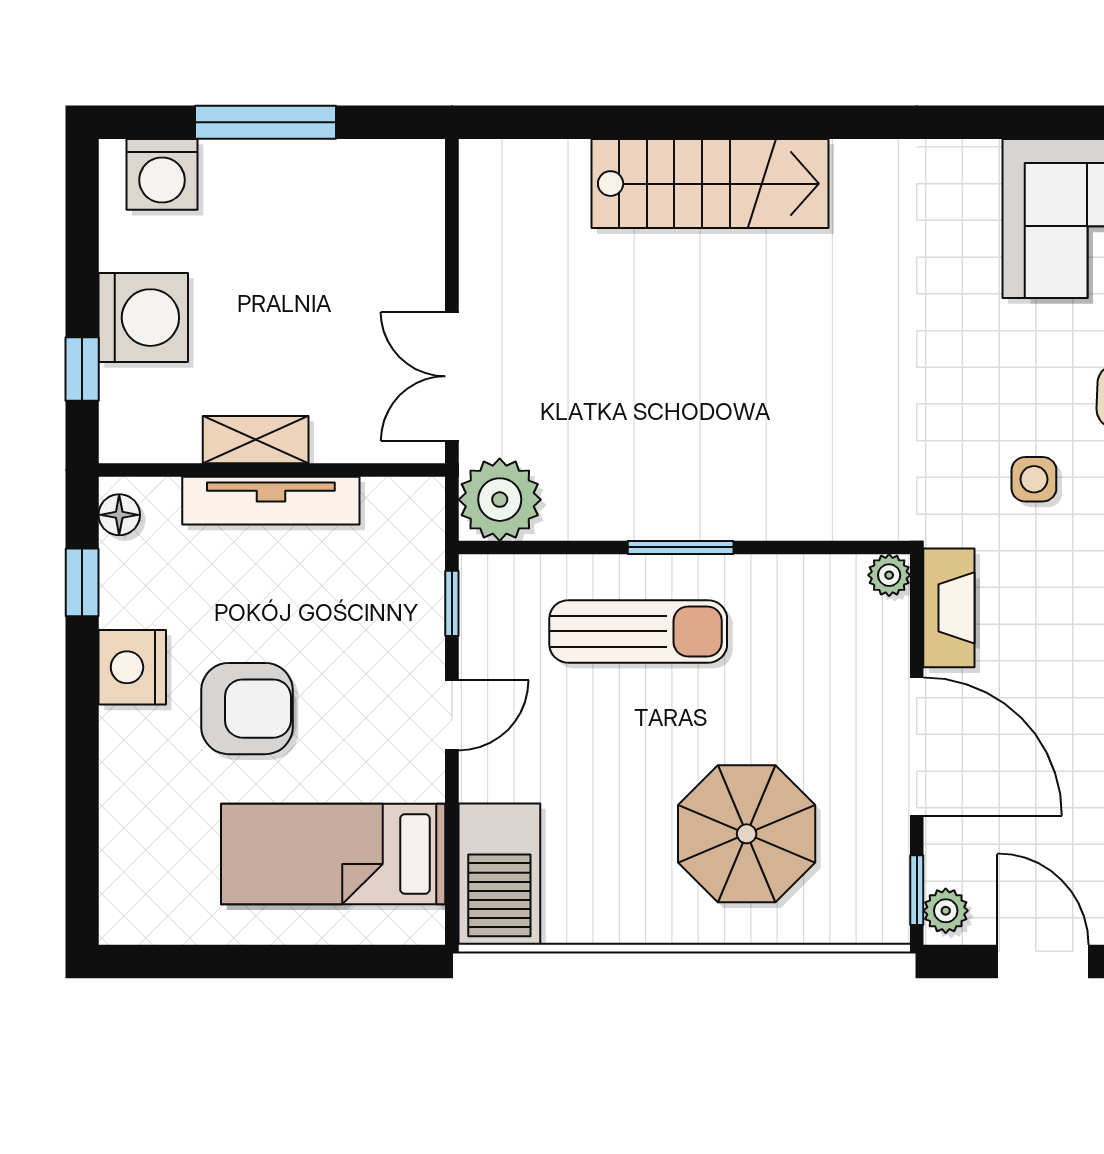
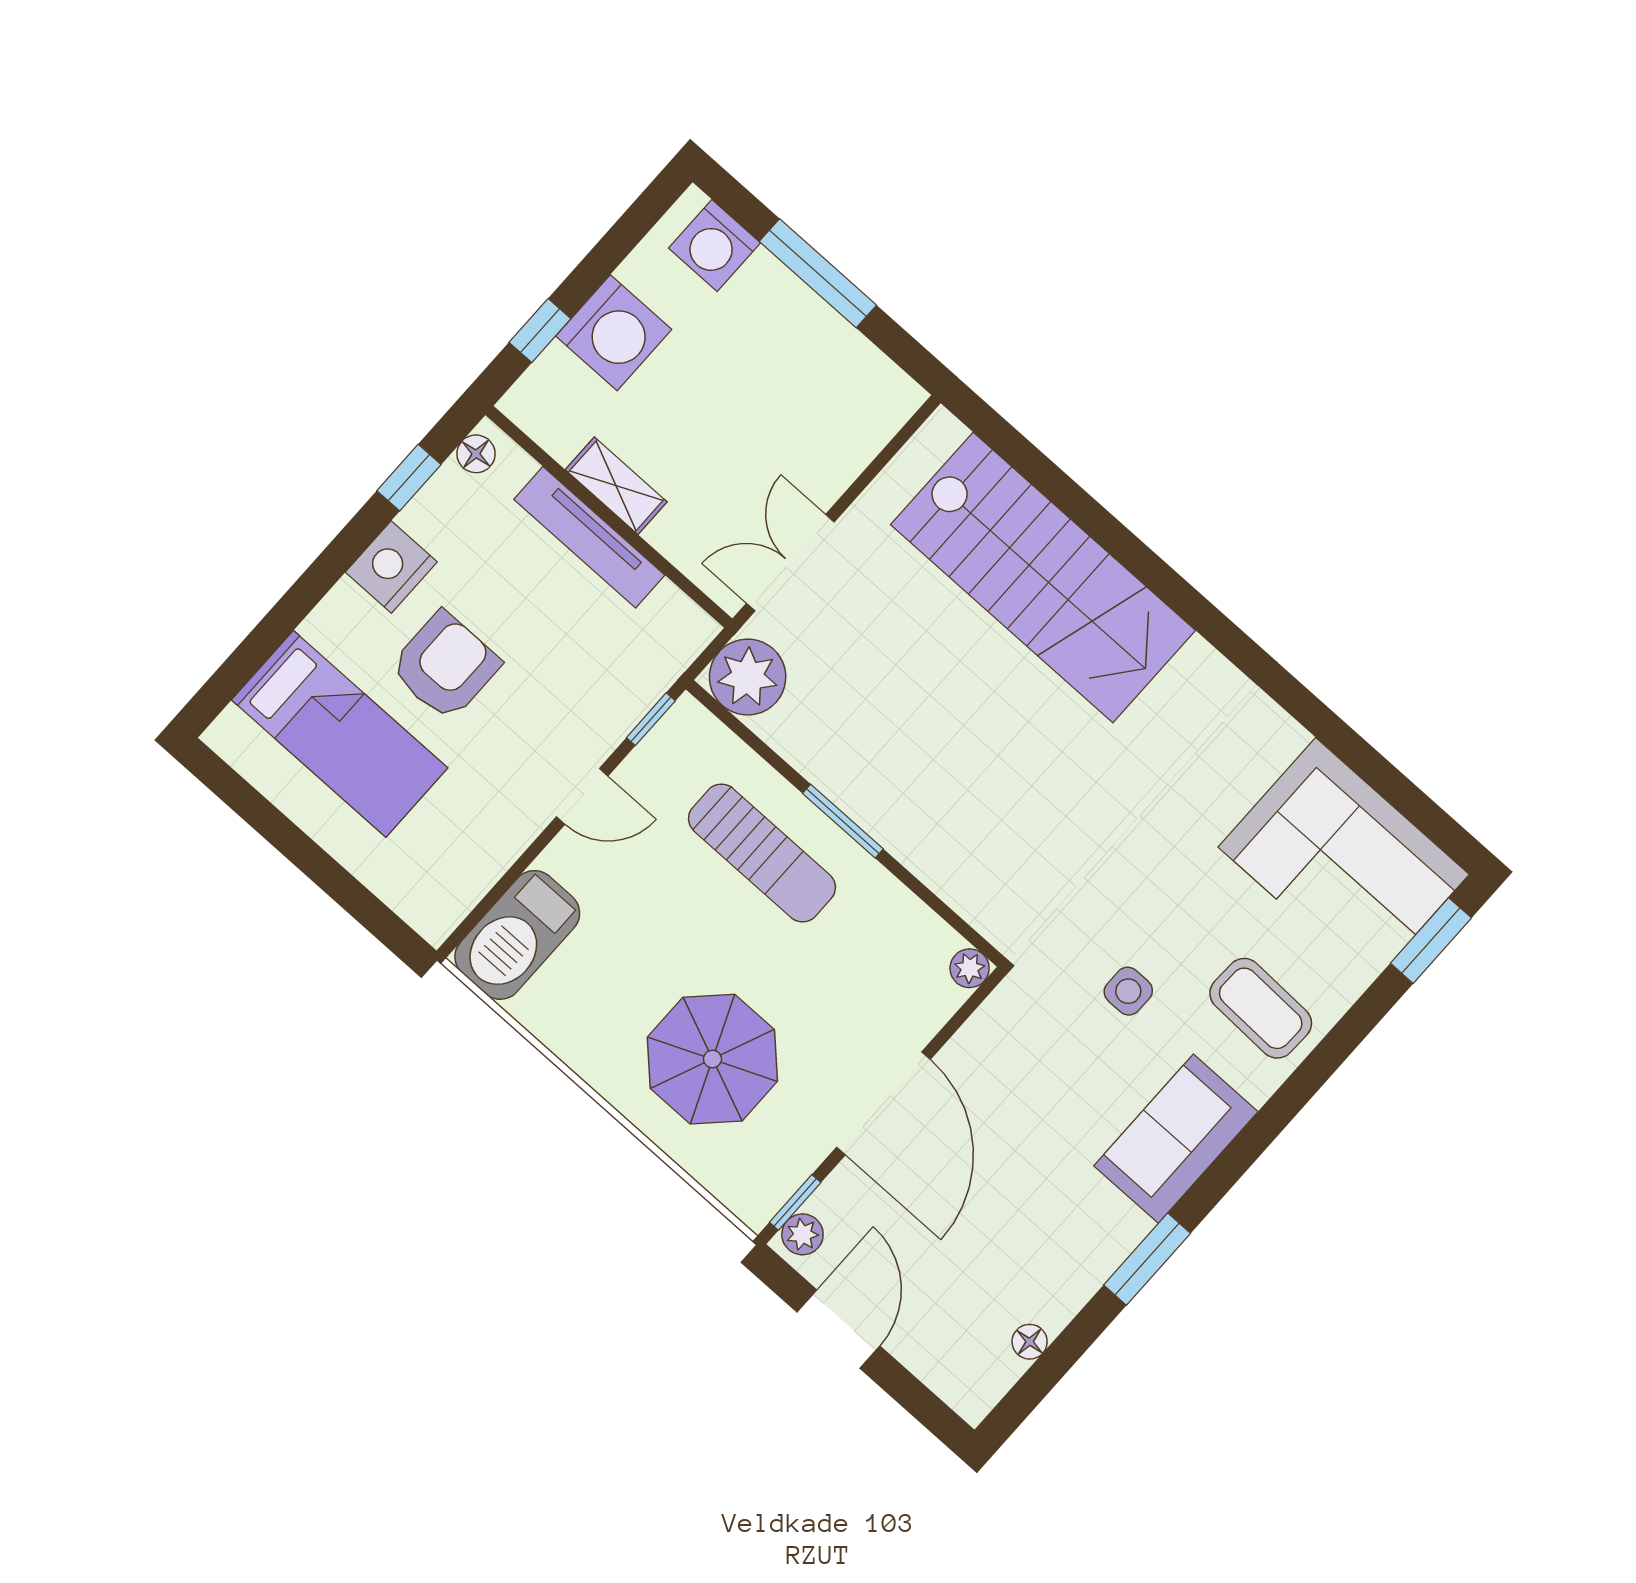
stairs: (710, 184) -> (1043, 578), width x1.36, depth x1.51
fireplace: (949, 608) -> (991, 1028), removed
armchair: (247, 709) -> (445, 666), turned -90
bed: (333, 854) -> (340, 734), moved, turned 180

